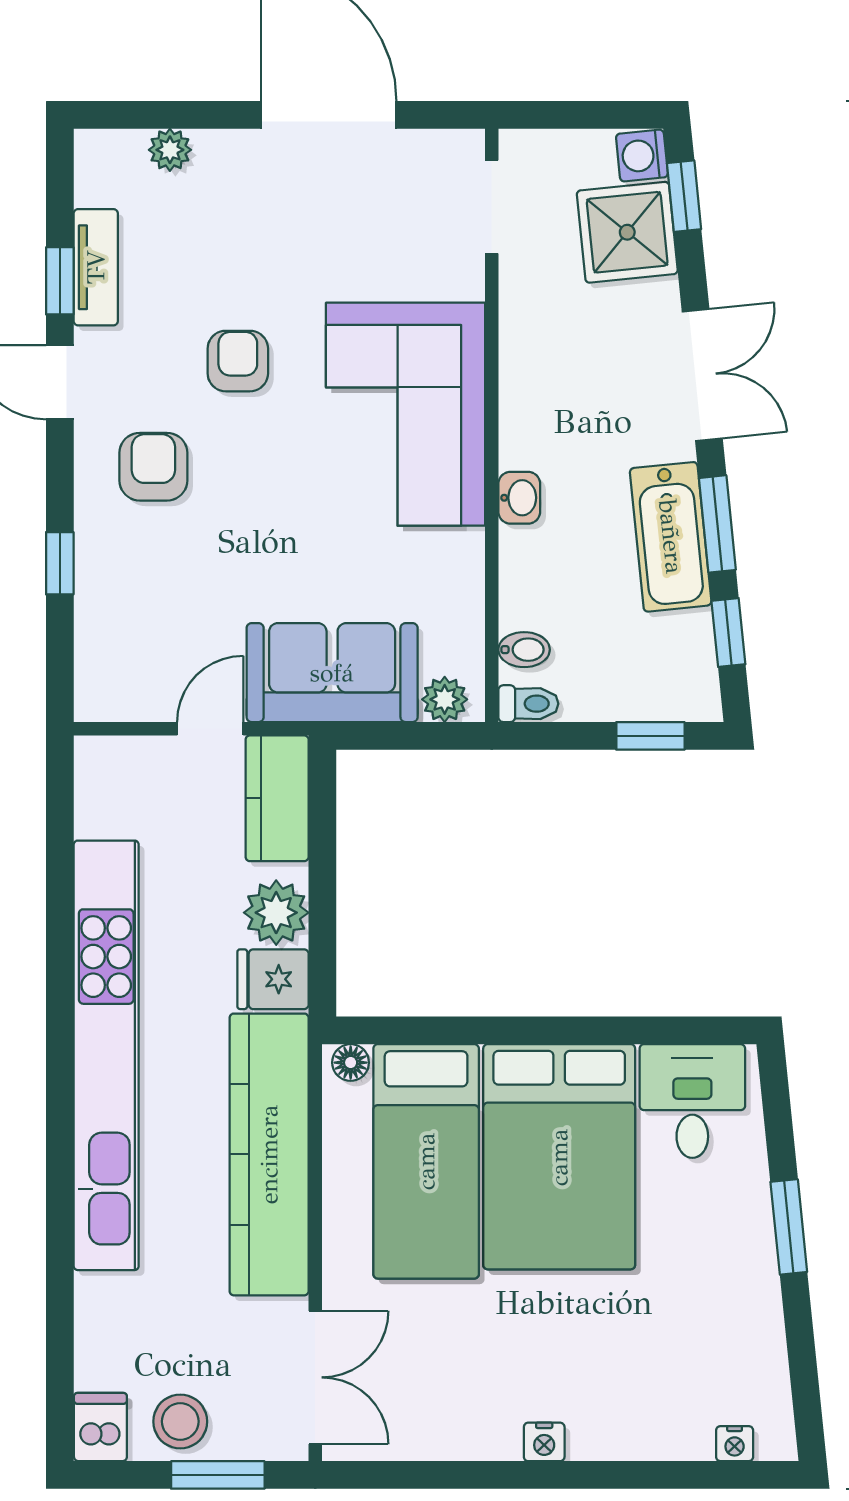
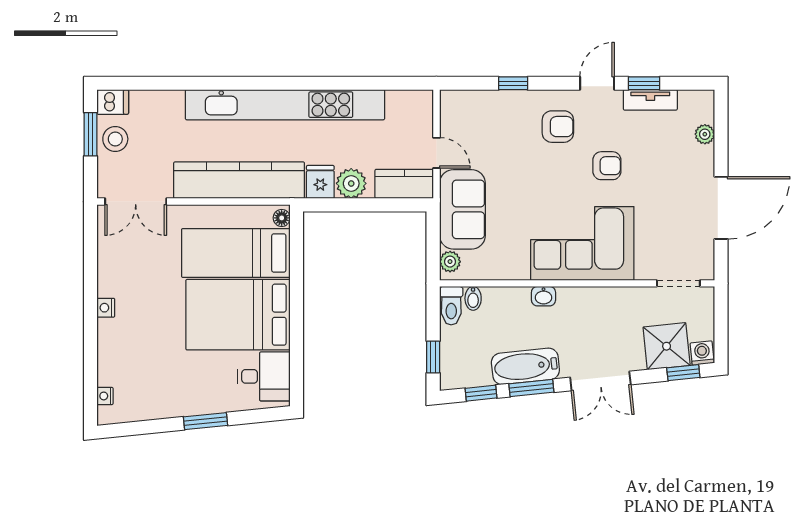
toilet: (528, 704) -> (451, 306), width x1.37, depth x1.39
window: (218, 1475) -> (91, 134), moved

